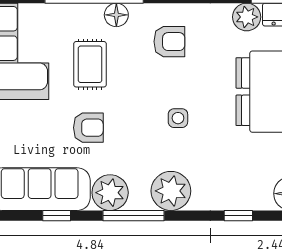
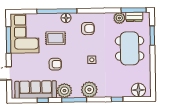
rug: (90, 64) -> (56, 38), turned 90

